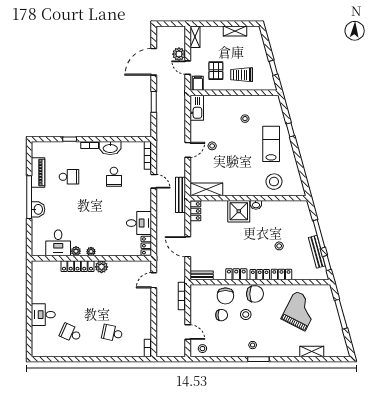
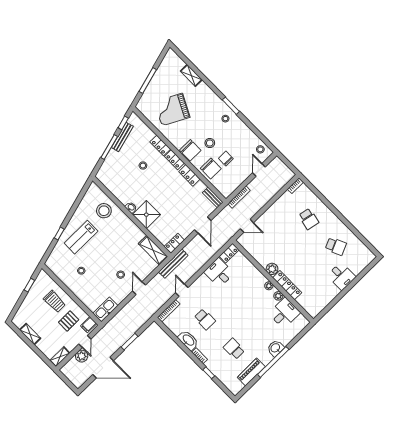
door: (188, 150) -> (139, 288), hinge flipped
school desk: (114, 177) -> (205, 319), turned 90
chair: (255, 294) -> (190, 150), turned 180
chair: (225, 296) -> (211, 168), turned 90
school desk: (71, 333) -> (336, 246), turned -48

